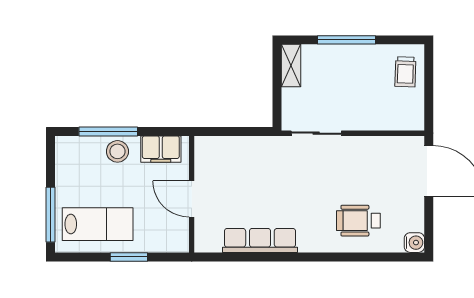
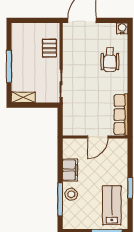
trolley: (405, 72) -> (27, 33), removed
pallet: (379, 112) -> (49, 48), added
wall: (192, 194) -> (95, 137), moved
door: (192, 199) -> (98, 137), moved

